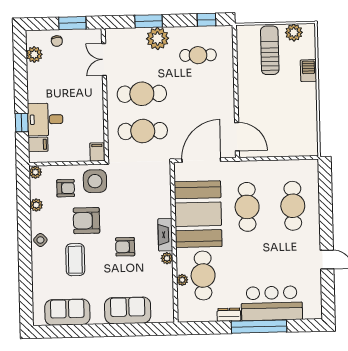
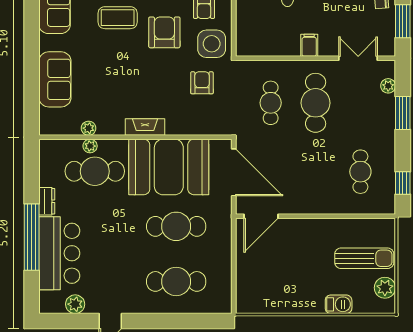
plant: (158, 38) -> (388, 86), moved, width x0.53, depth x0.53
cafe table: (143, 131) -> (271, 103), width x0.73, depth x0.74
filing cabinet: (97, 152) -> (309, 45), moved, turned -90
armchair: (125, 247) -> (202, 83), moved
plant: (167, 258) -> (89, 128), moved
plant: (314, 289) -> (75, 304), added

